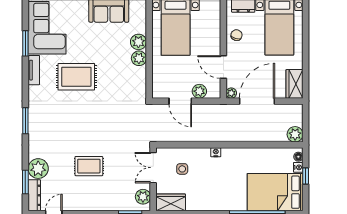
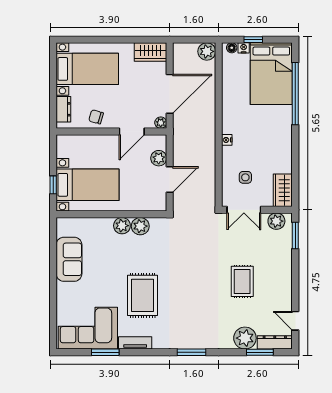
plant: (138, 42) -> (140, 226), moved
door: (257, 101) -> (170, 94), swing flipped

